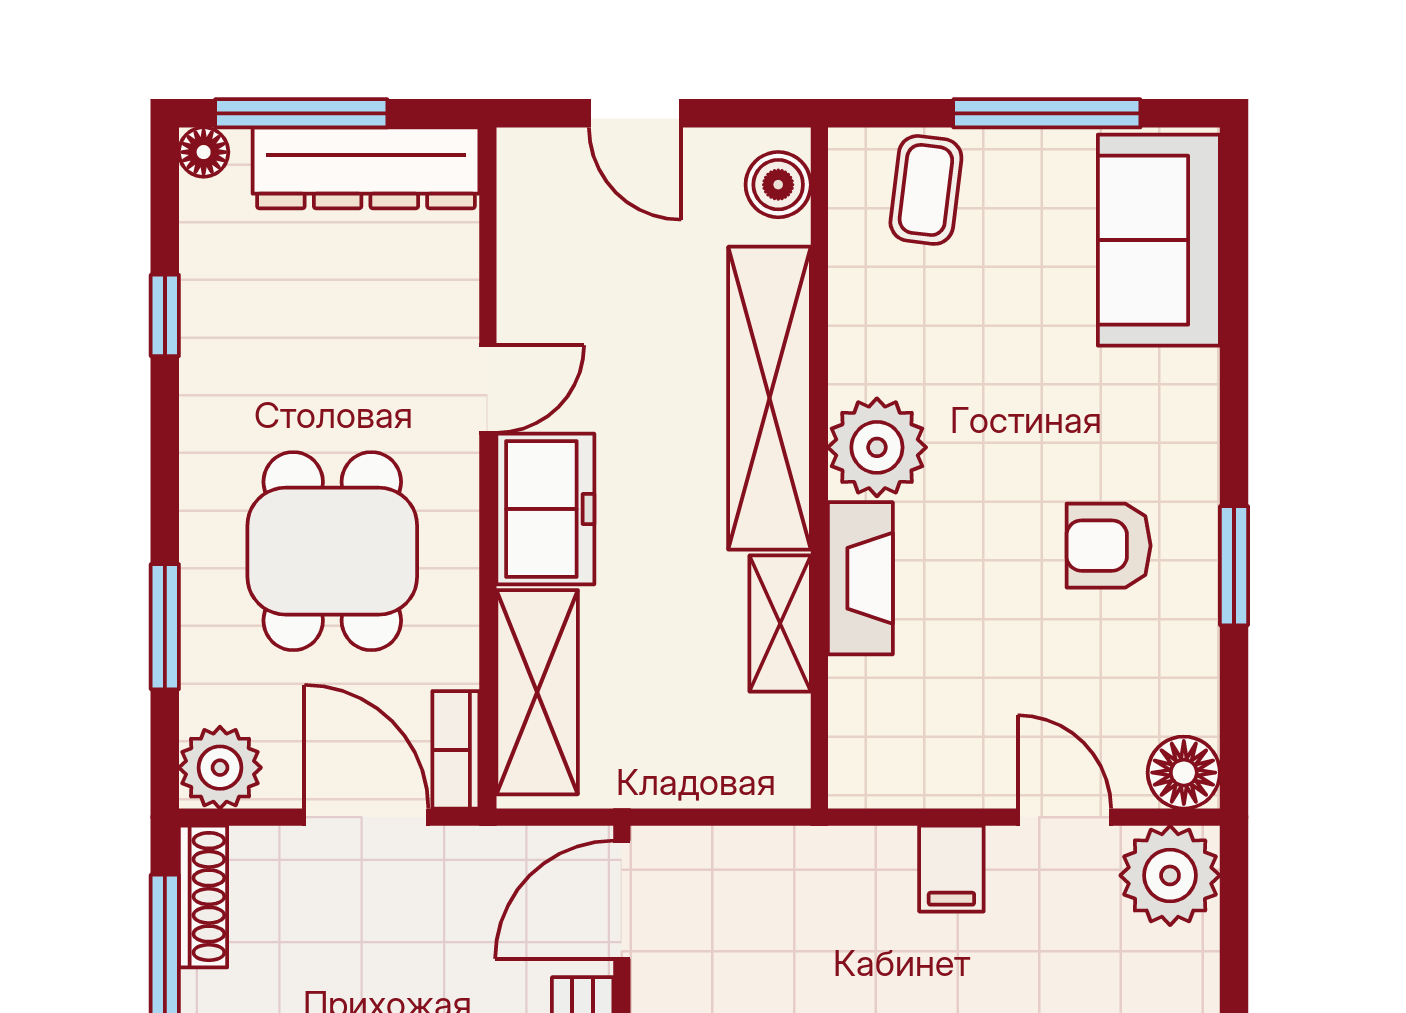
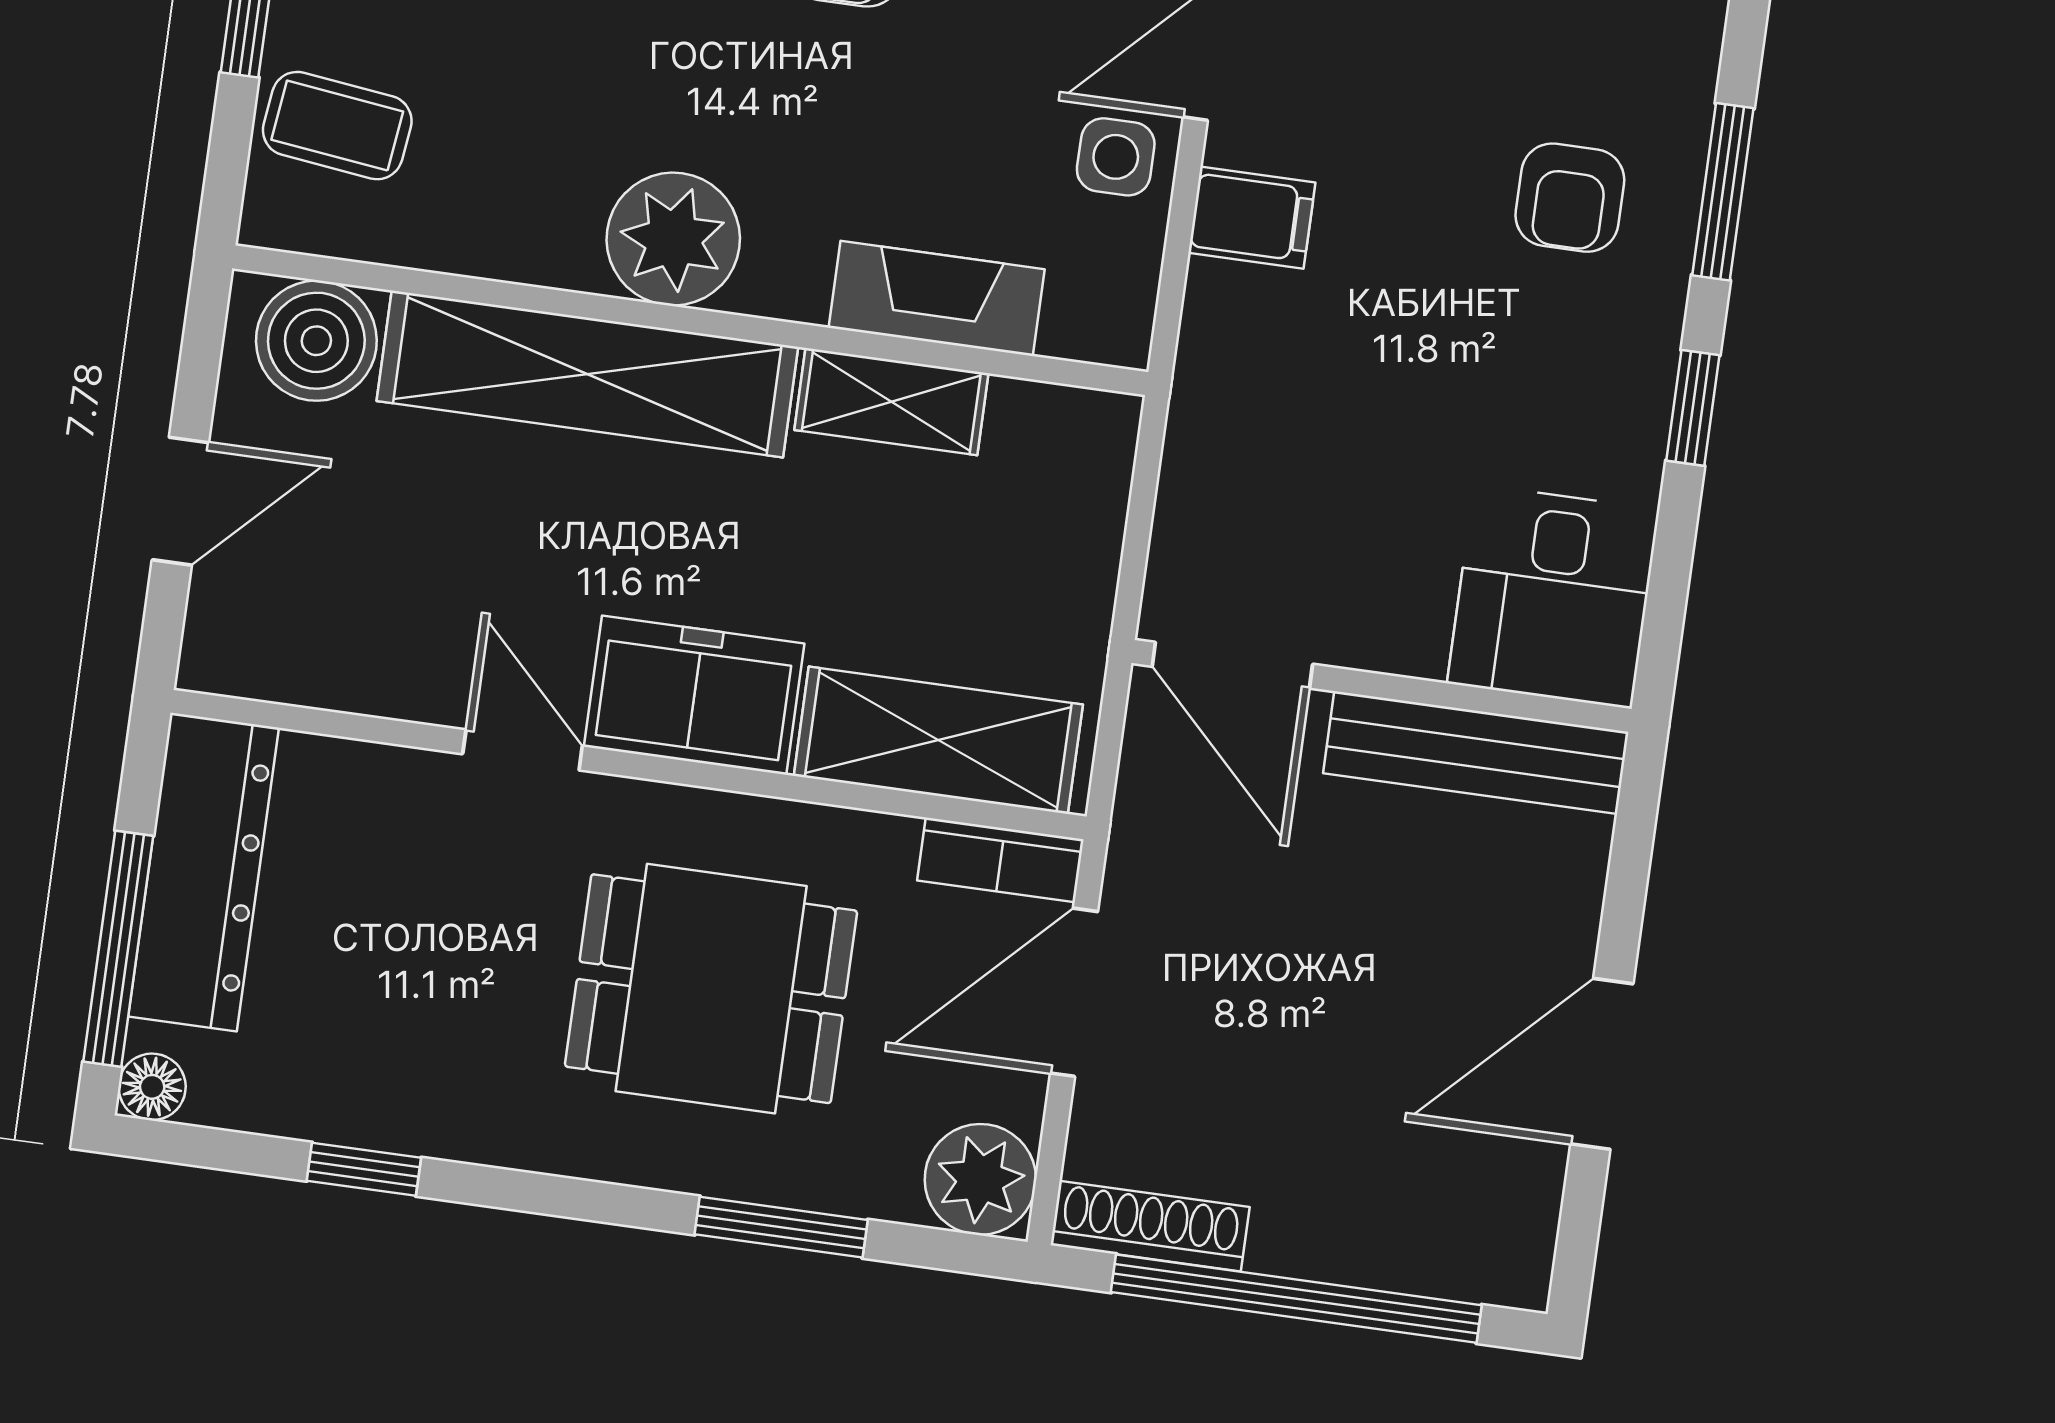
boiler: (778, 185) -> (316, 341), width x1.36, depth x1.36
fireplace: (860, 578) -> (937, 298), moved
side table: (982, 763) -> (1116, 157), added

